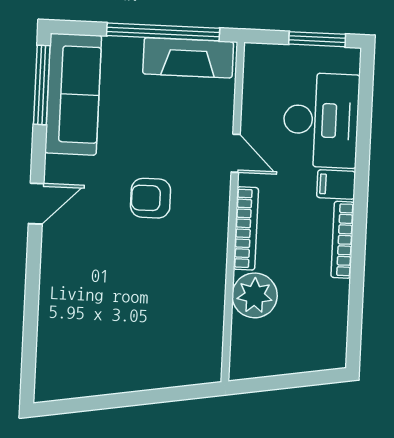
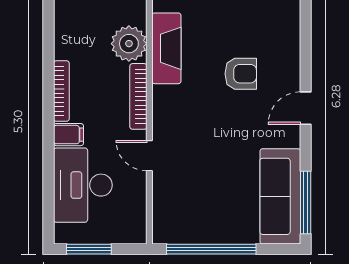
fireplace: (188, 58) -> (166, 48), moved, turned 90
armchair: (151, 198) -> (241, 74), moved

